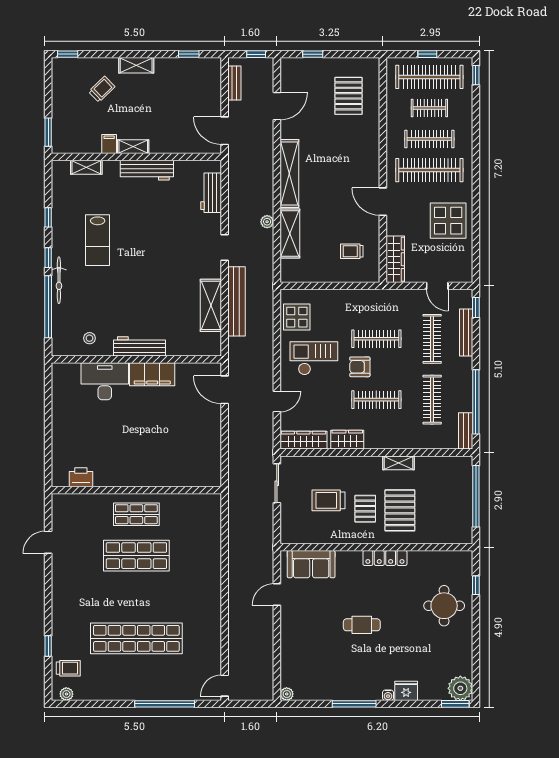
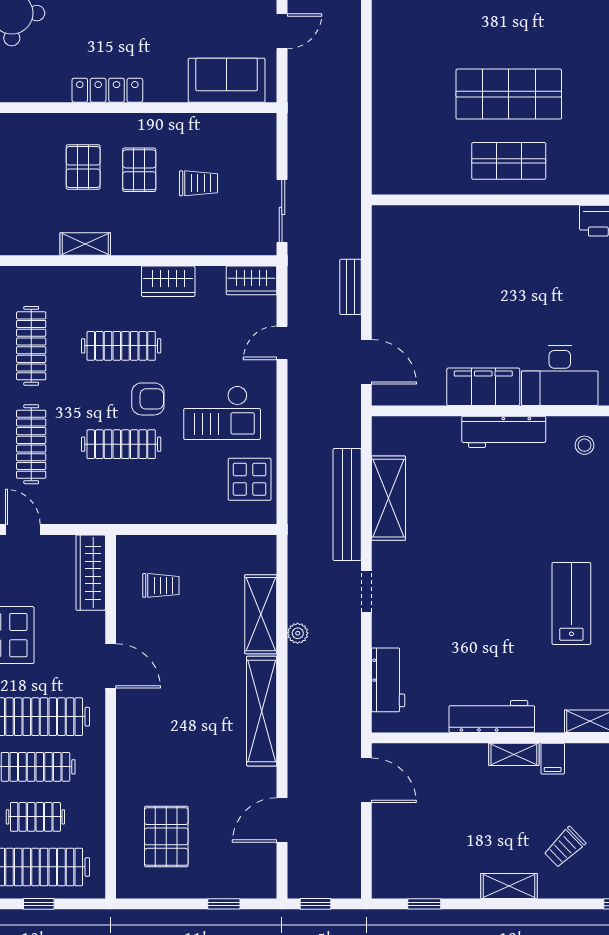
bench: (234, 83) -> (350, 287), moved
wardrobe: (303, 440) -> (252, 280), width x0.67
trolley: (328, 500) -> (199, 183), width x0.73, depth x0.72
pallet: (400, 510) -> (83, 167), width x0.67, depth x0.71

